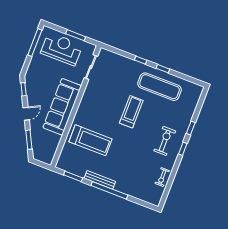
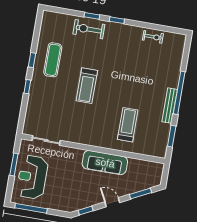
exercise mat: (159, 87) -> (53, 60), width x0.73, depth x0.69
sofa: (62, 107) -> (105, 163), width x0.74, depth x0.79
treadmill: (131, 112) -> (87, 86), turned -90
treadmill: (91, 140) -> (128, 125), width x0.73, depth x0.73
exercise bike: (165, 141) -> (89, 29), moved

